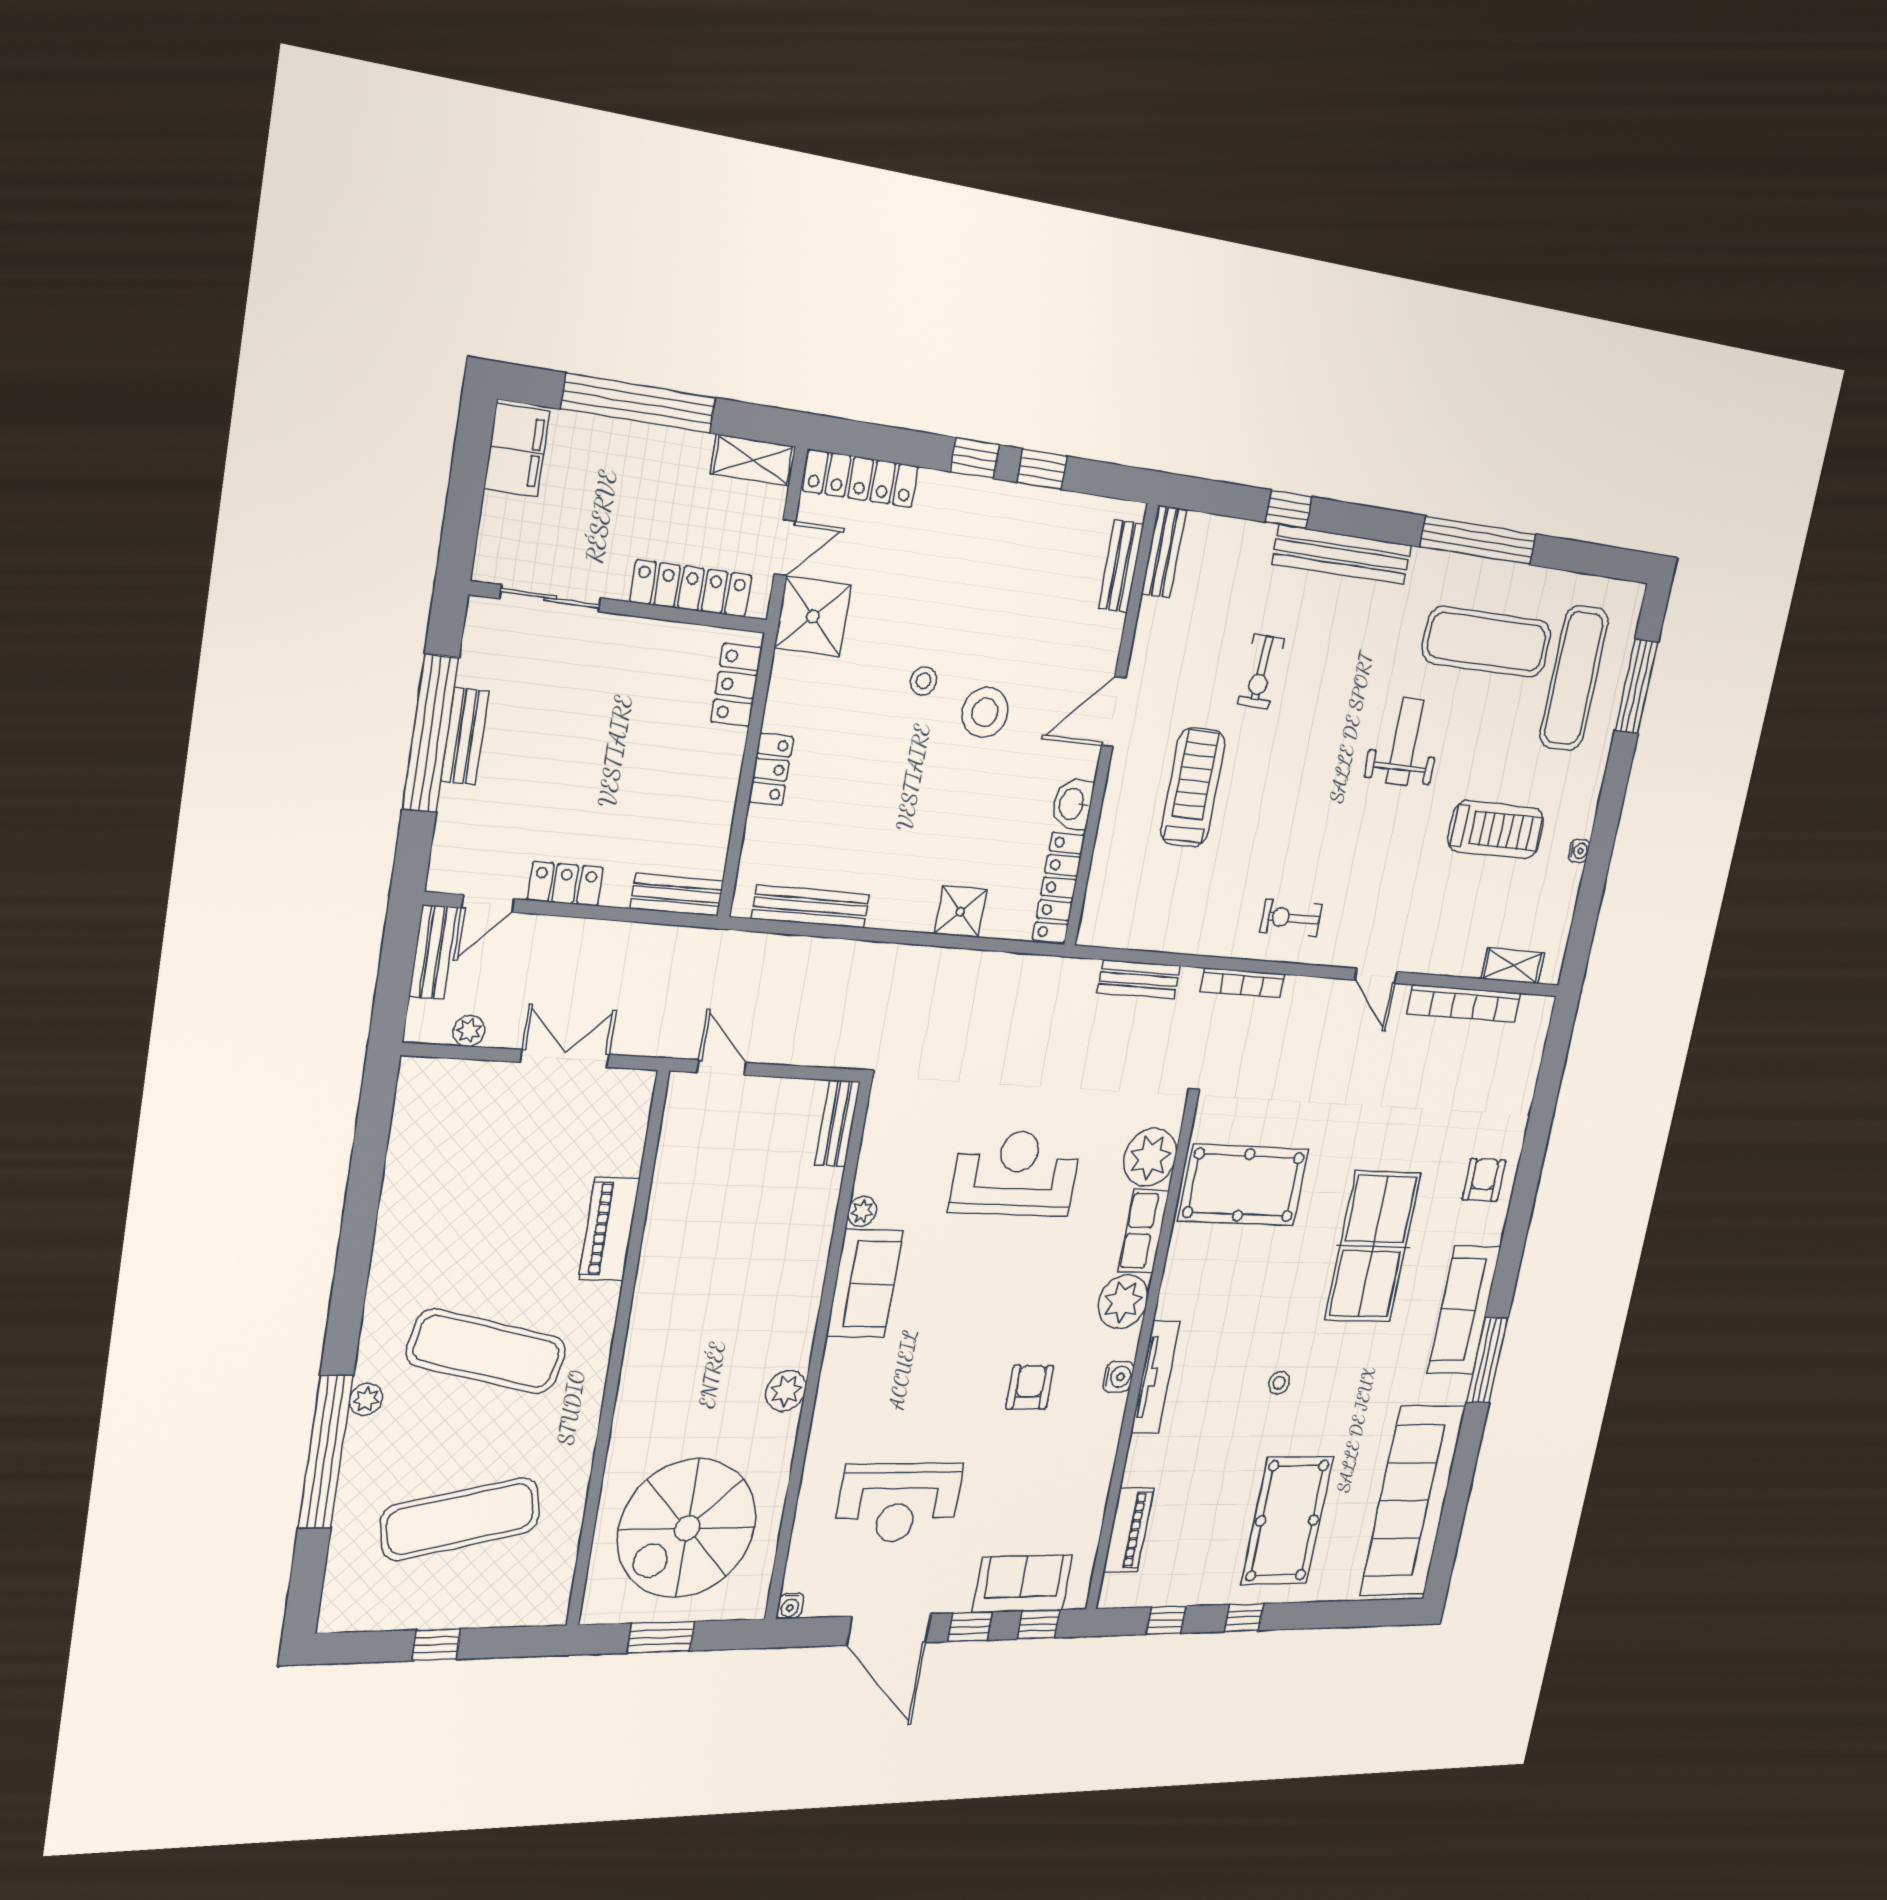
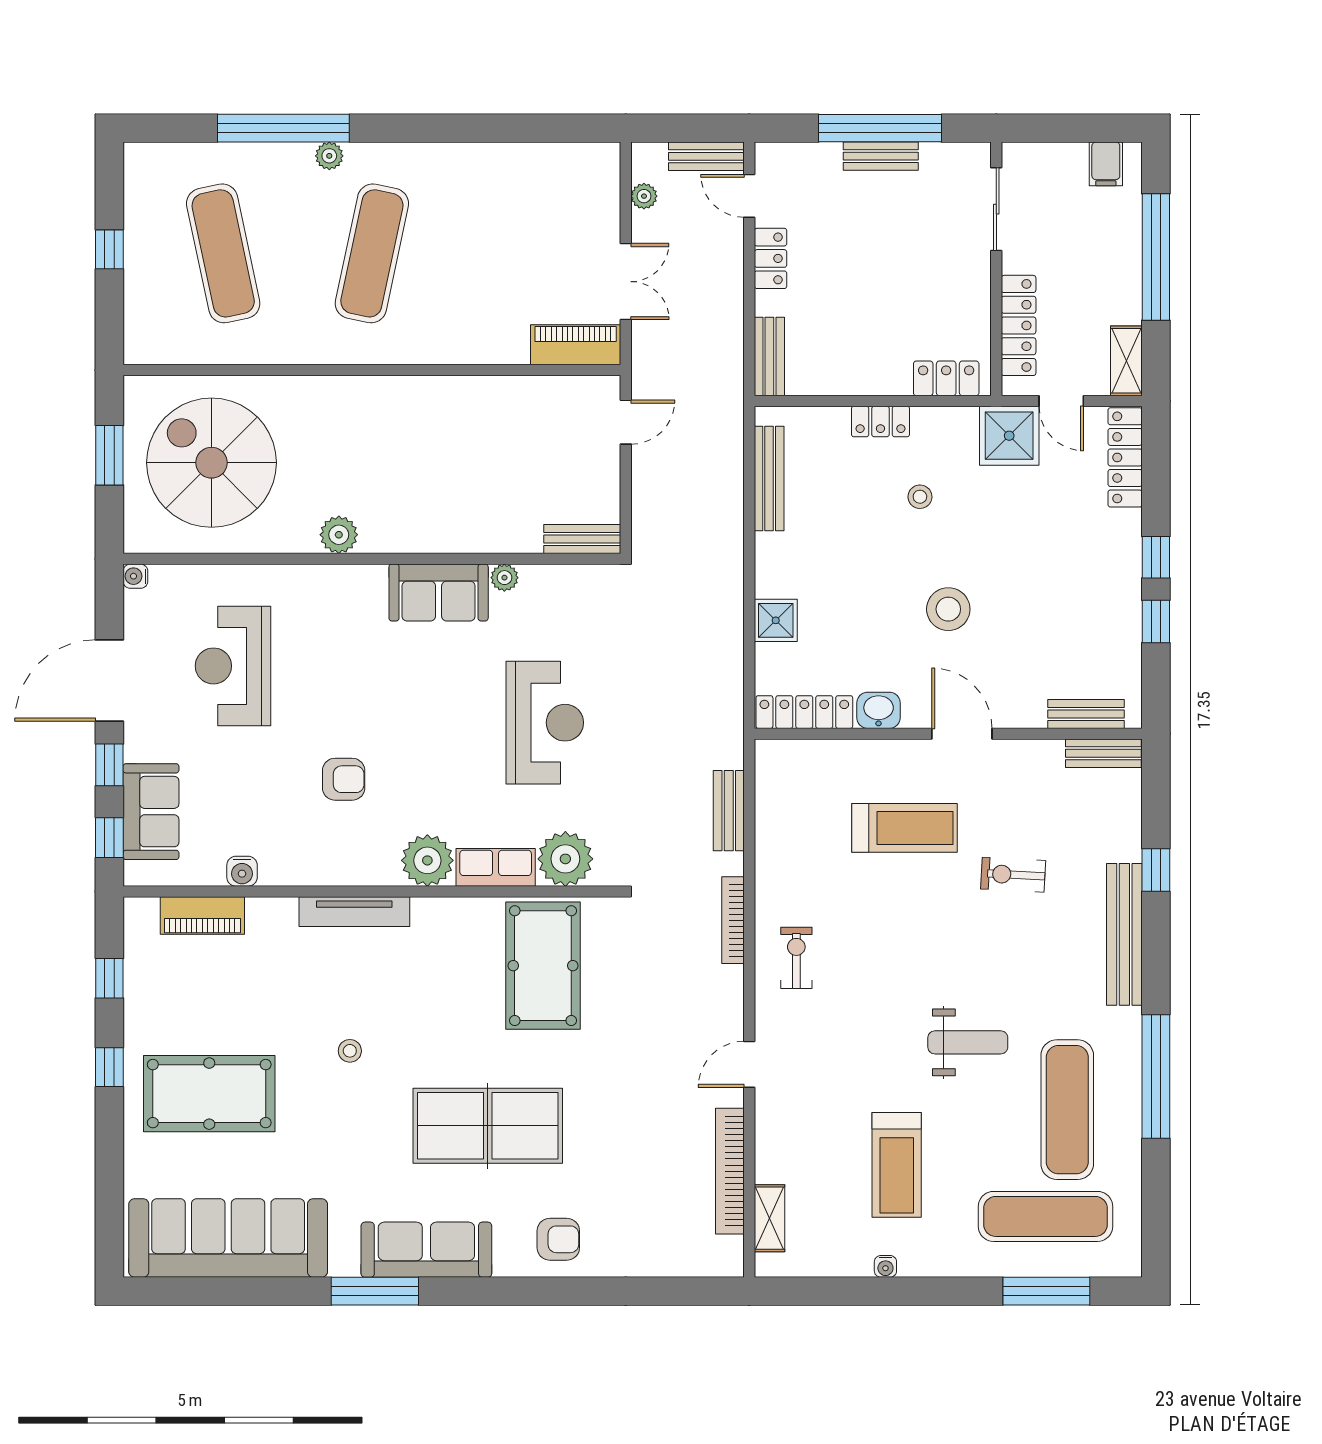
filing cabinet: (517, 450) -> (1106, 164), width x0.50
stool: (924, 681) -> (920, 497), moved
piano: (609, 1229) -> (576, 345), moved
water cooler: (1118, 1377) -> (242, 871), moved

